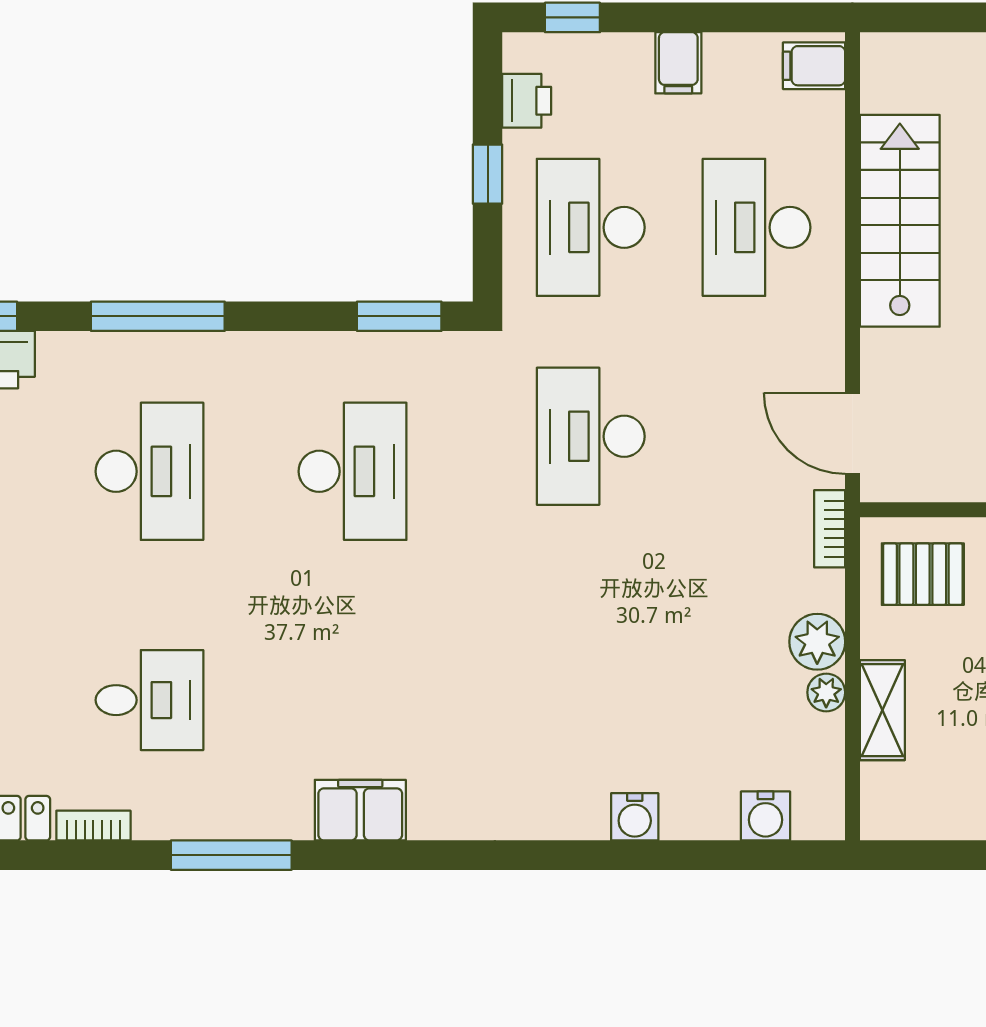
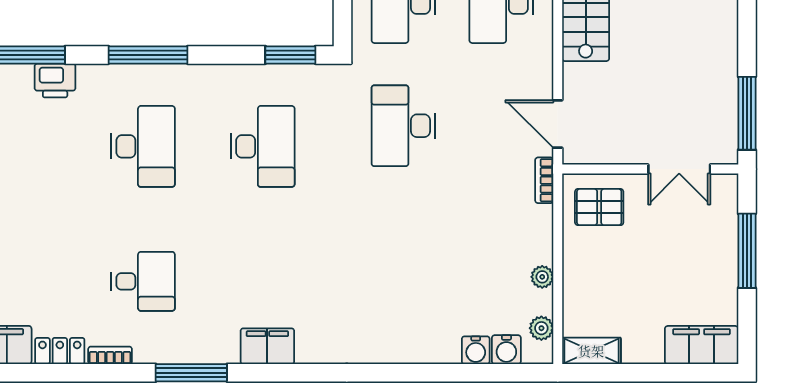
plant: (817, 642) -> (541, 328), moved, width x0.73, depth x0.73
shelving: (882, 710) -> (591, 351), moved, turned 90
water cooler: (635, 817) -> (476, 350), moved

